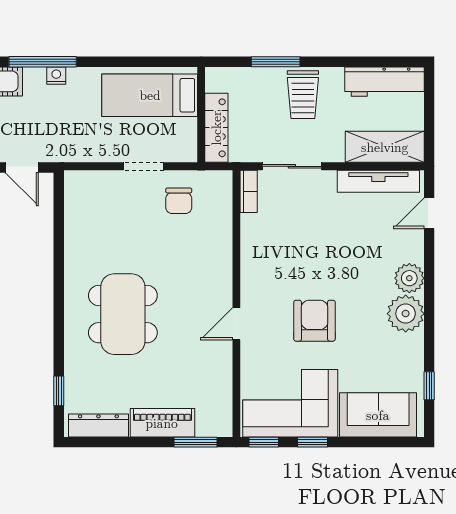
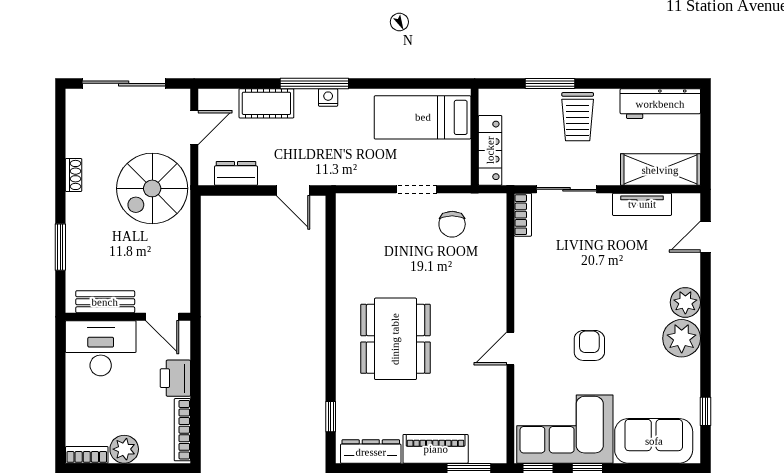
tv unit: (378, 181) -> (642, 204), width x0.71
armchair: (314, 321) -> (589, 345), width x0.72, depth x0.72

